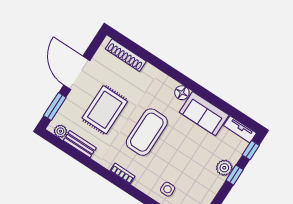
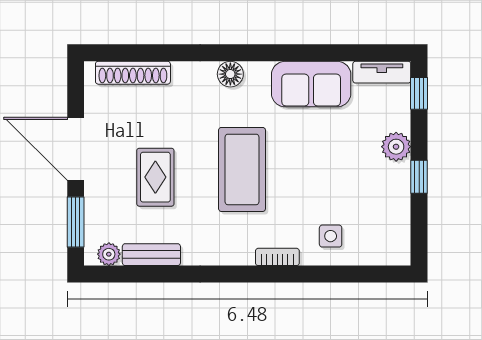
floor lamp: (182, 93) -> (230, 74), moved
rug: (105, 110) -> (155, 177), width x0.73, depth x0.70
bookcase: (123, 173) -> (277, 257), moved
window: (235, 175) -> (419, 177), moved

